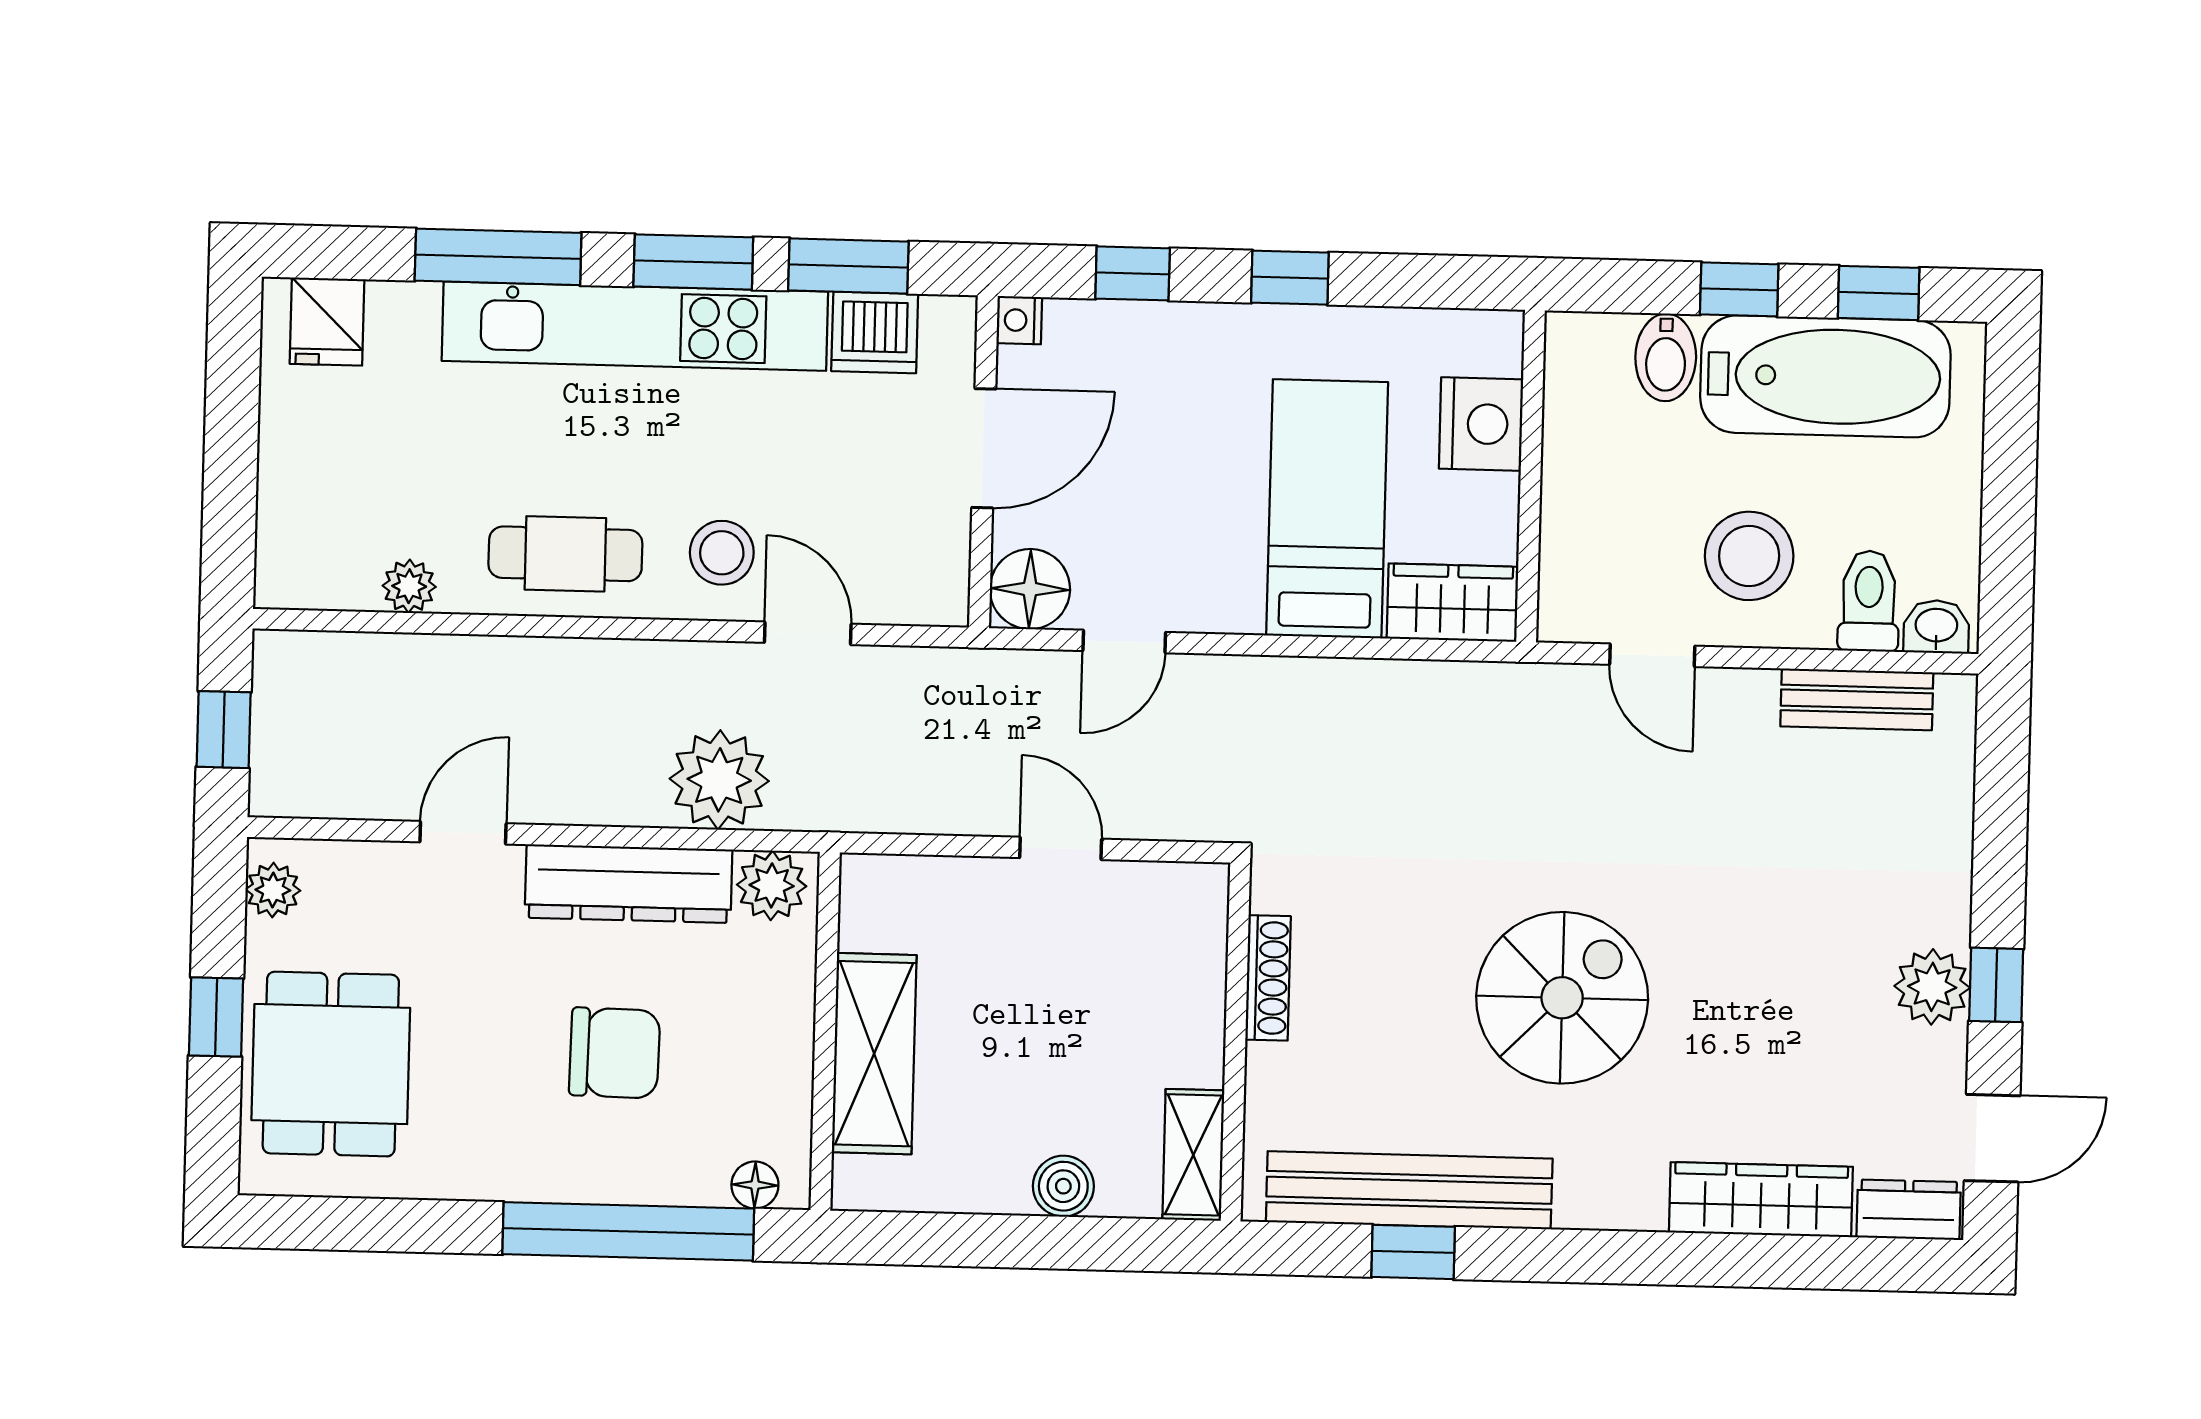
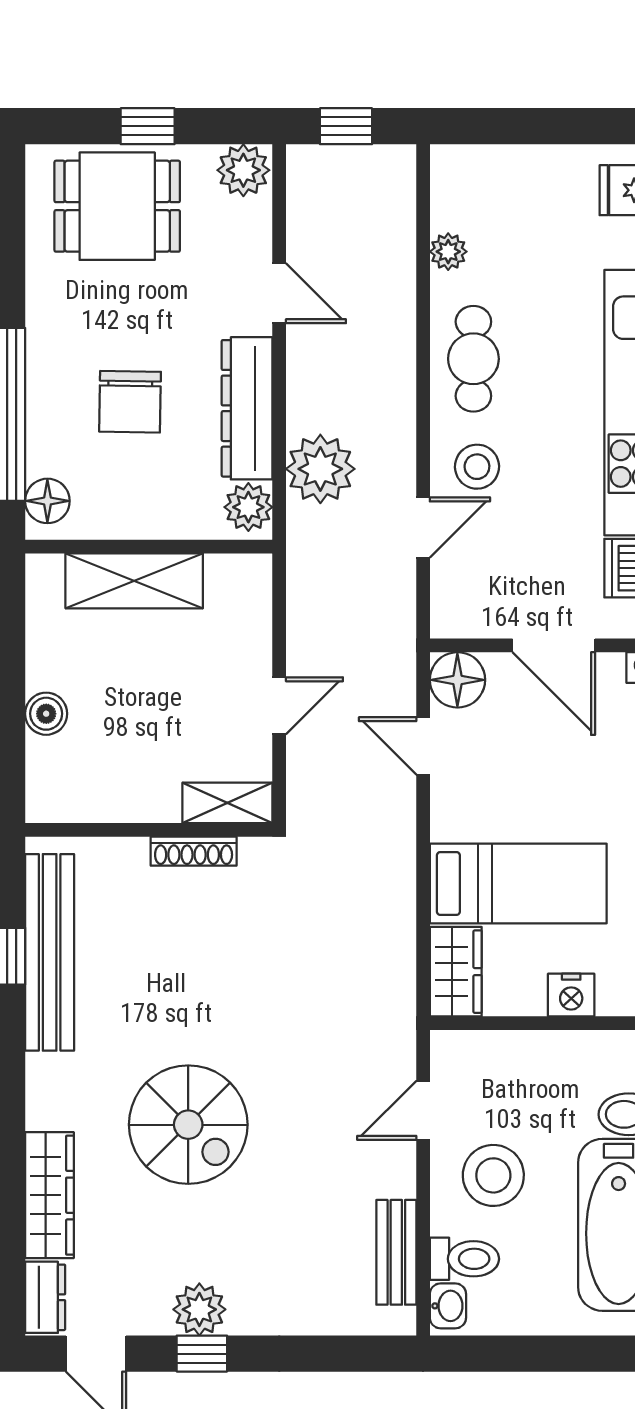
nightstand: (1481, 424) -> (571, 995), width x0.74, depth x0.75
plant: (273, 890) -> (243, 170), width x1.38, depth x1.38
spiral stairs: (1562, 998) -> (188, 1125), moved
shelving: (1193, 1155) -> (227, 803), moved
floor lamp: (755, 1185) -> (47, 501), width x1.37, depth x1.37

